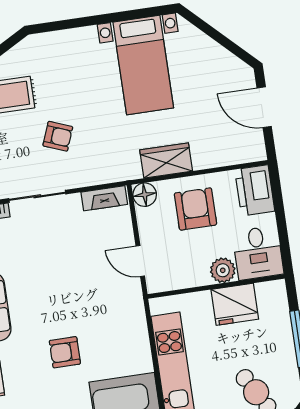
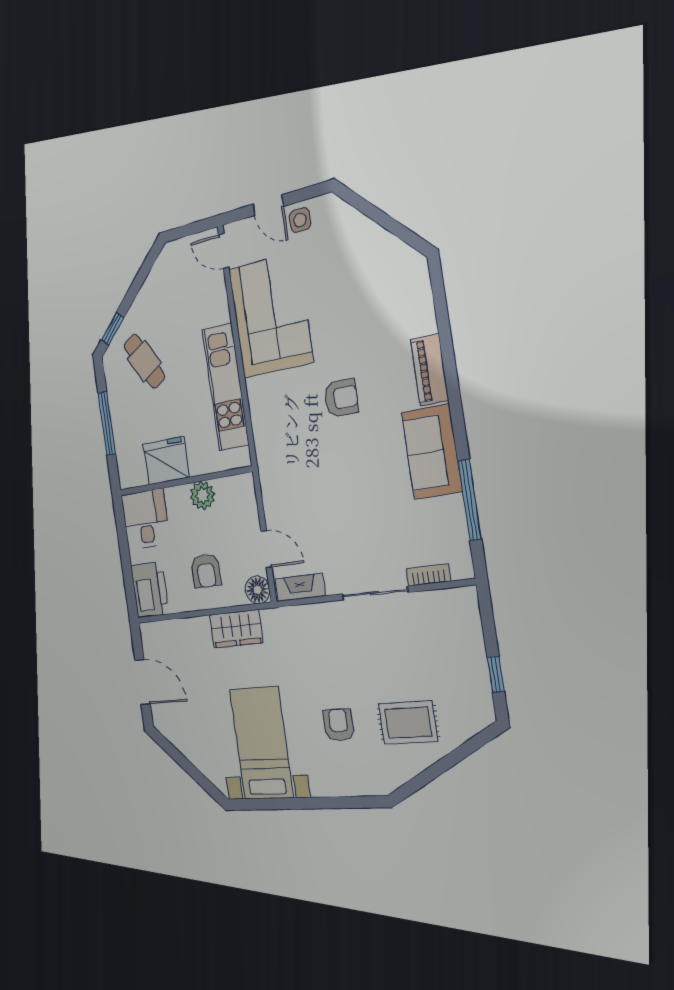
armchair: (58, 136) -> (339, 725), moved, turned 69
armchair: (195, 209) -> (206, 571), width x0.72, depth x0.72
door: (140, 261) -> (266, 549), moved
plant: (223, 270) -> (203, 495), moved

